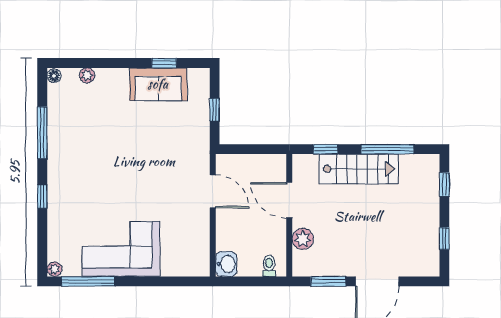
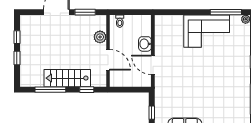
window: (444, 184) -> (17, 58), moved
washbasin: (226, 264) -> (145, 44), moved

